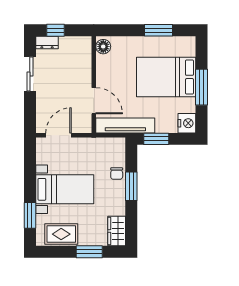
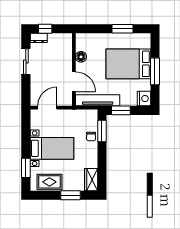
floor lamp: (103, 47) -> (81, 57), moved
window: (131, 186) -> (102, 131), moved

